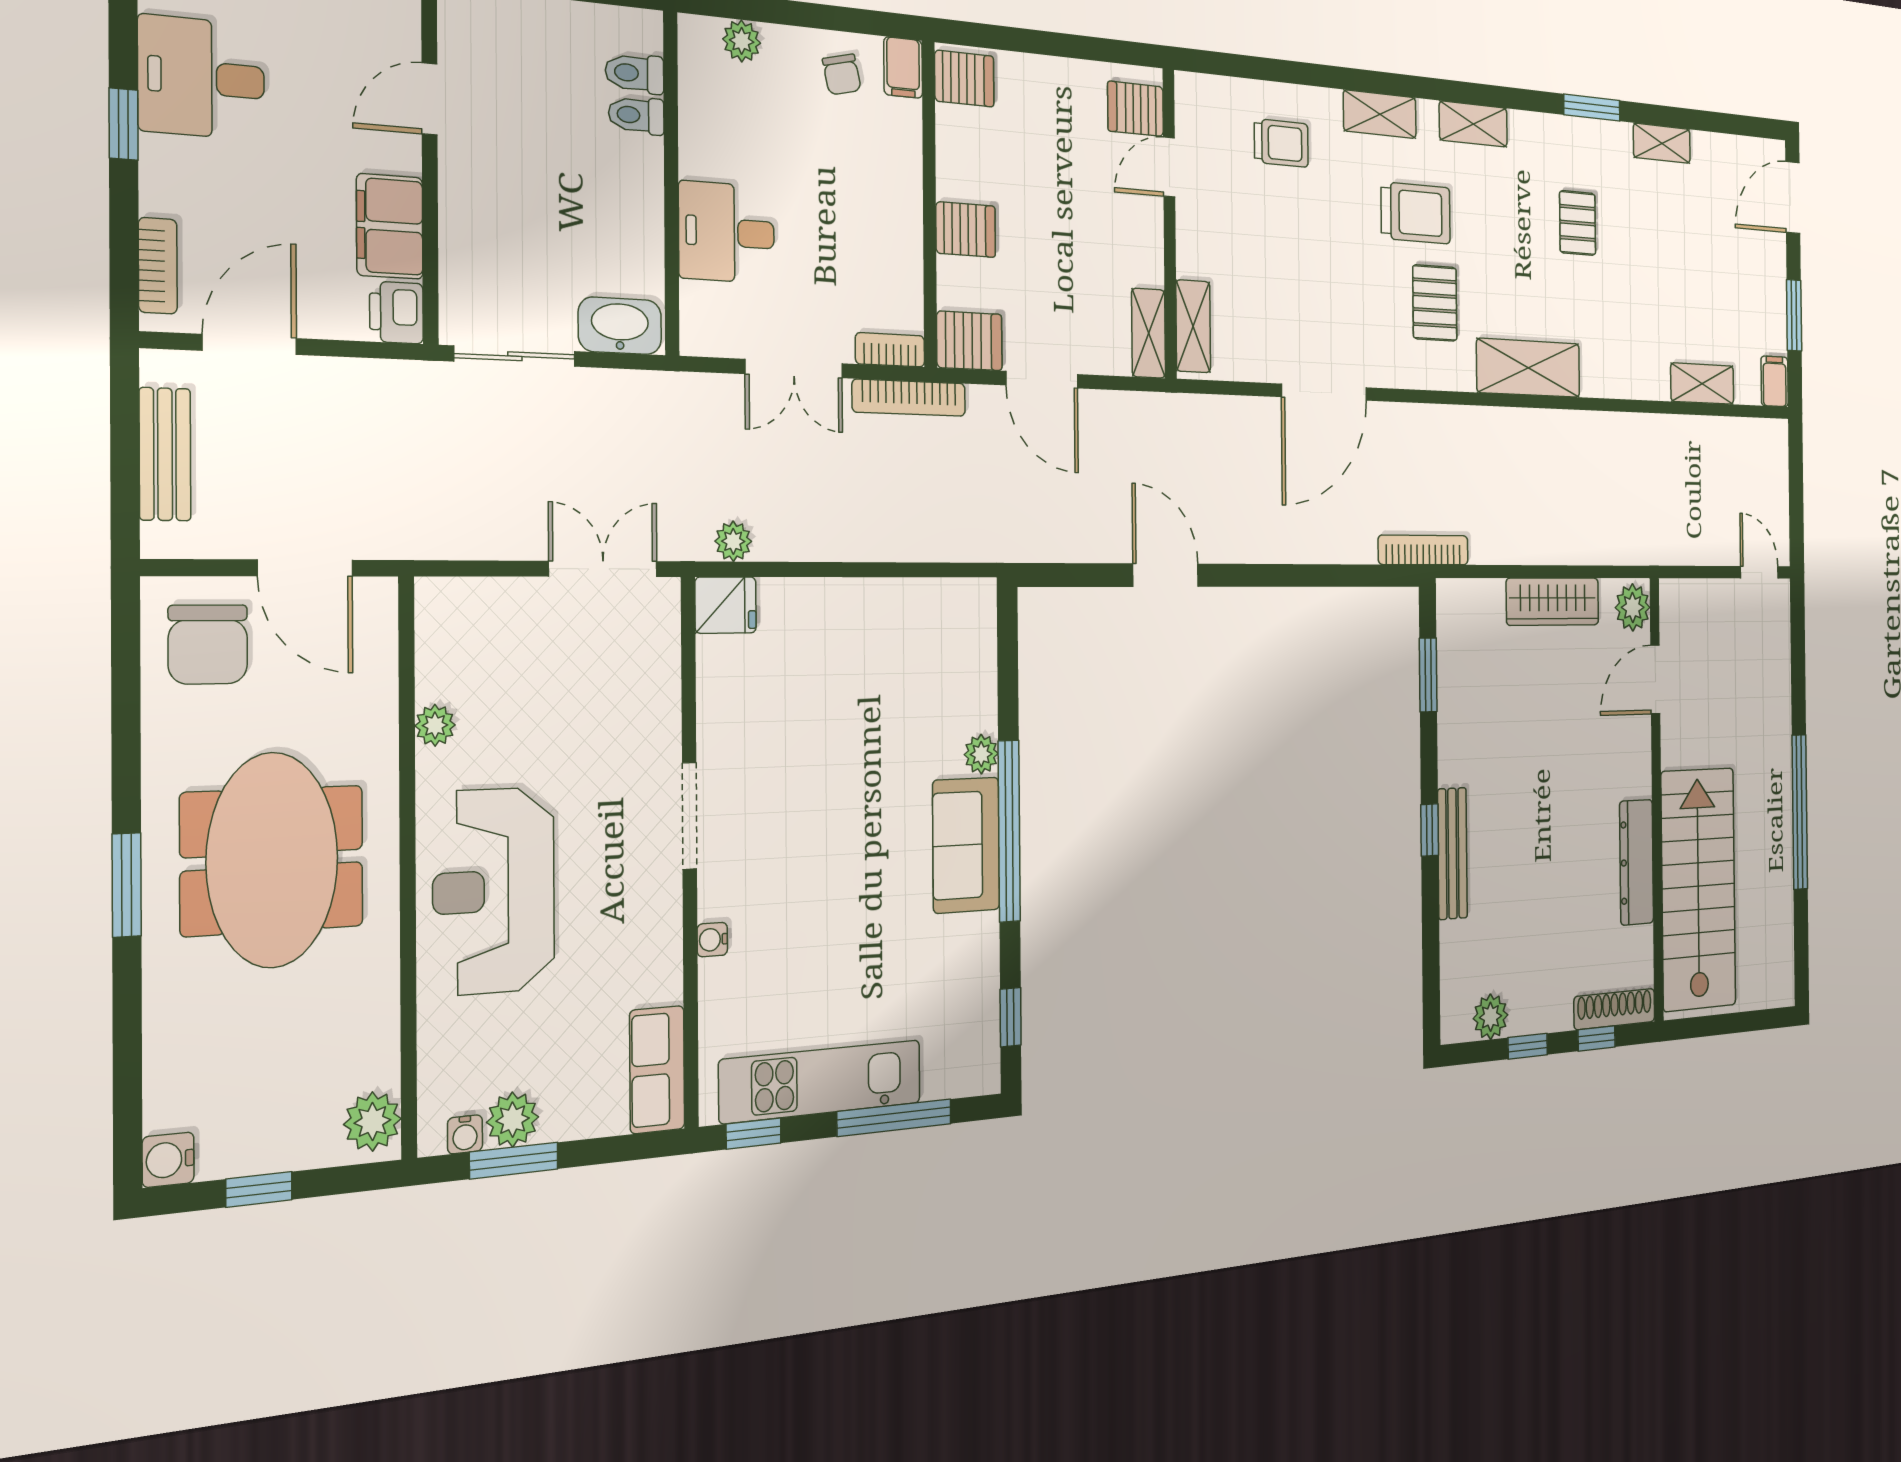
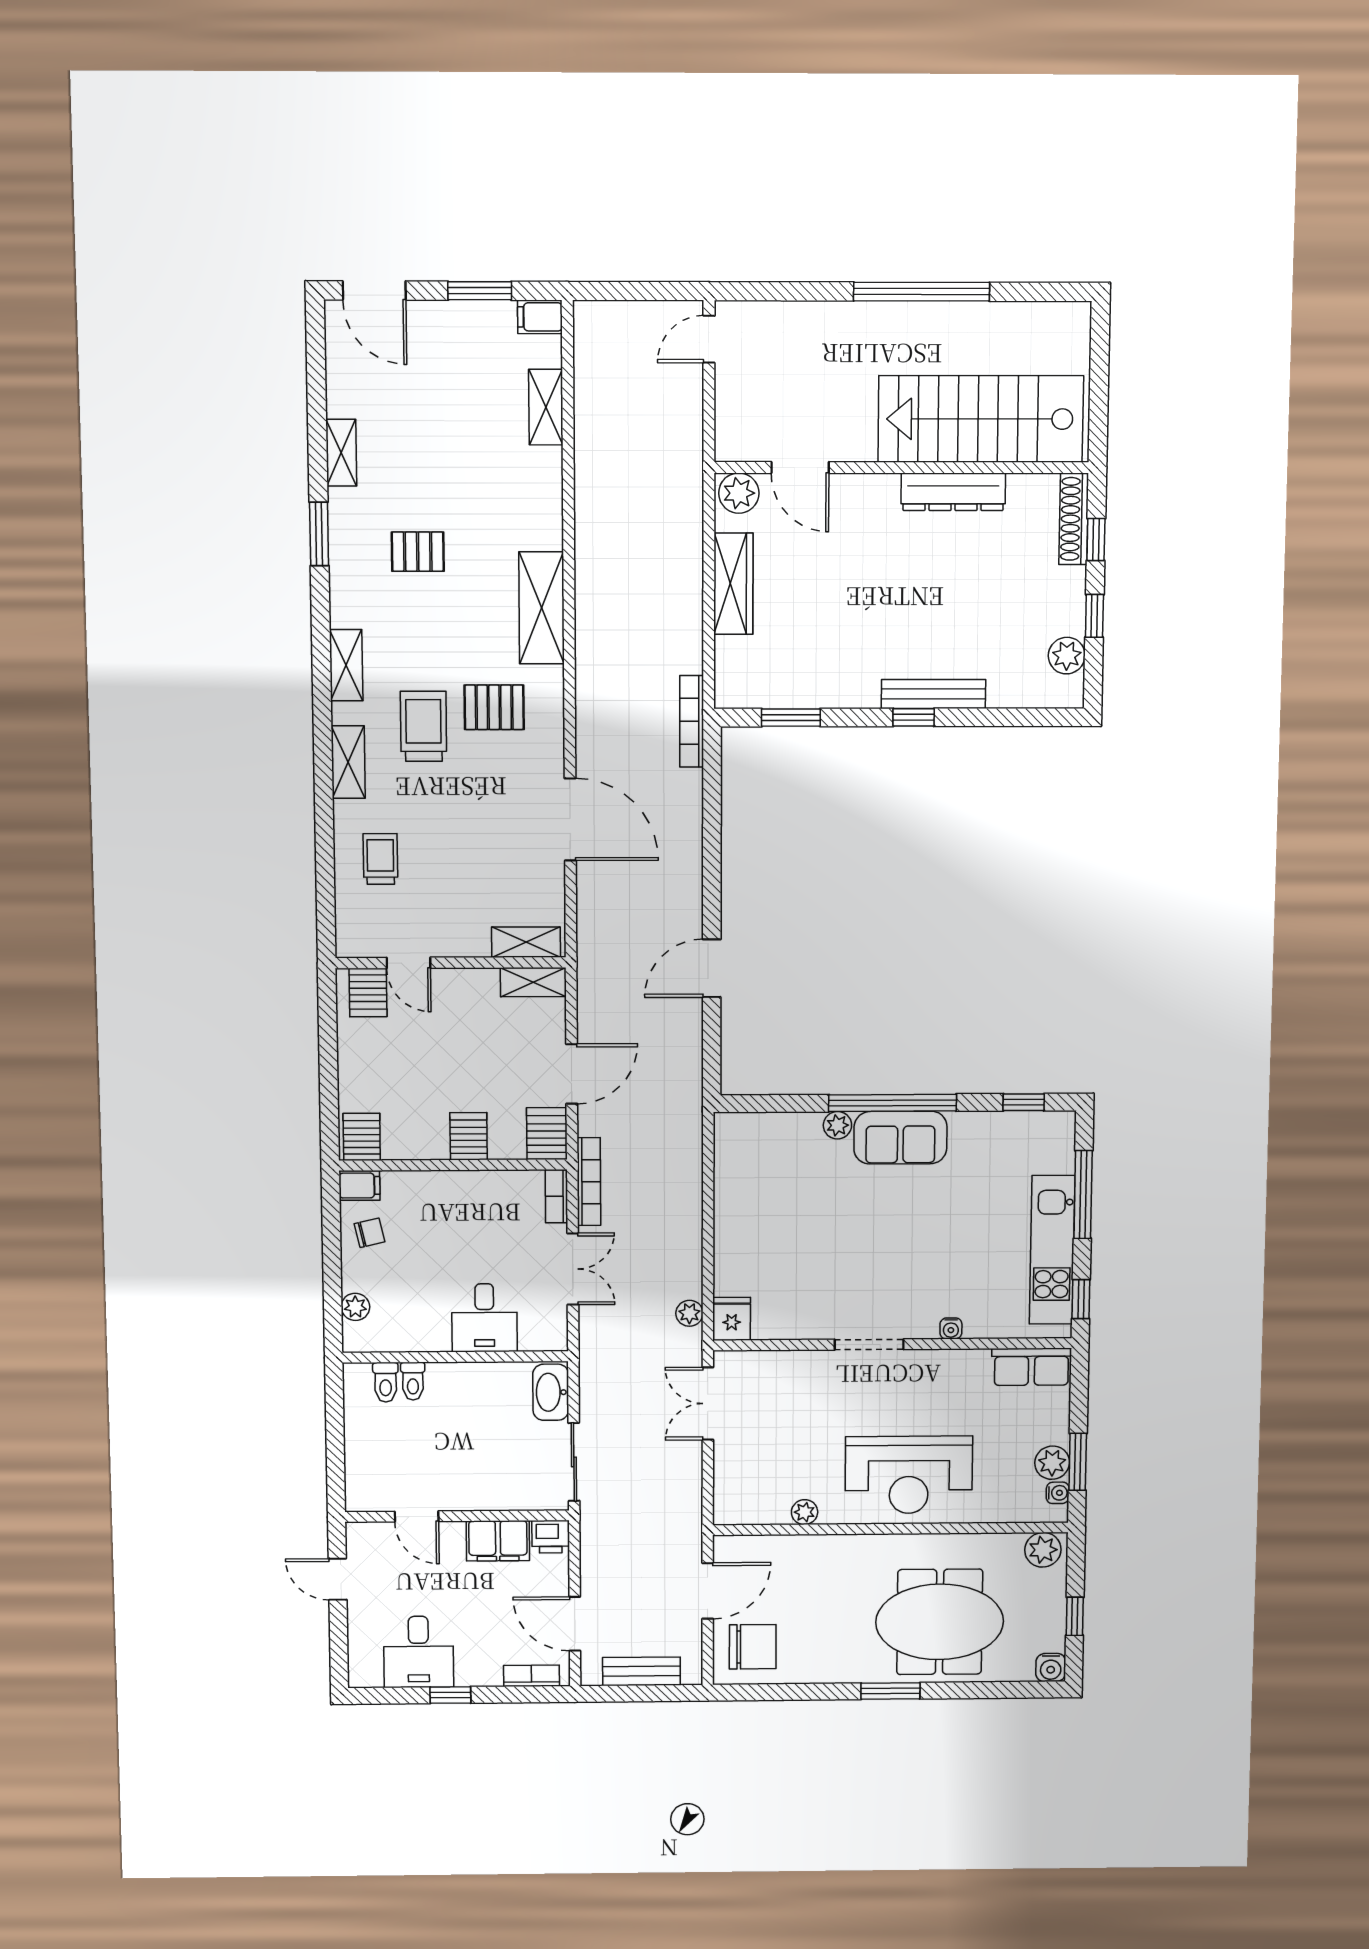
meeting table: (272, 860) -> (940, 1622), moved

